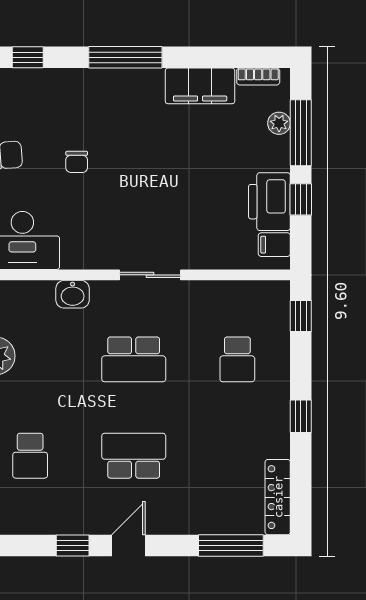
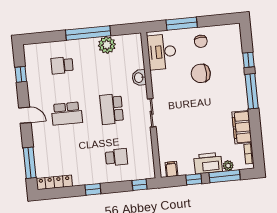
window: (28, 57) -> (248, 60), moved
chair: (77, 162) -> (201, 73), width x1.87, depth x1.87
printer: (269, 202) -> (208, 163), moved
school desk: (237, 359) -> (116, 157), turned 180
school desk: (134, 456) -> (67, 114), turned 90
window: (73, 545) -> (21, 74), moved

